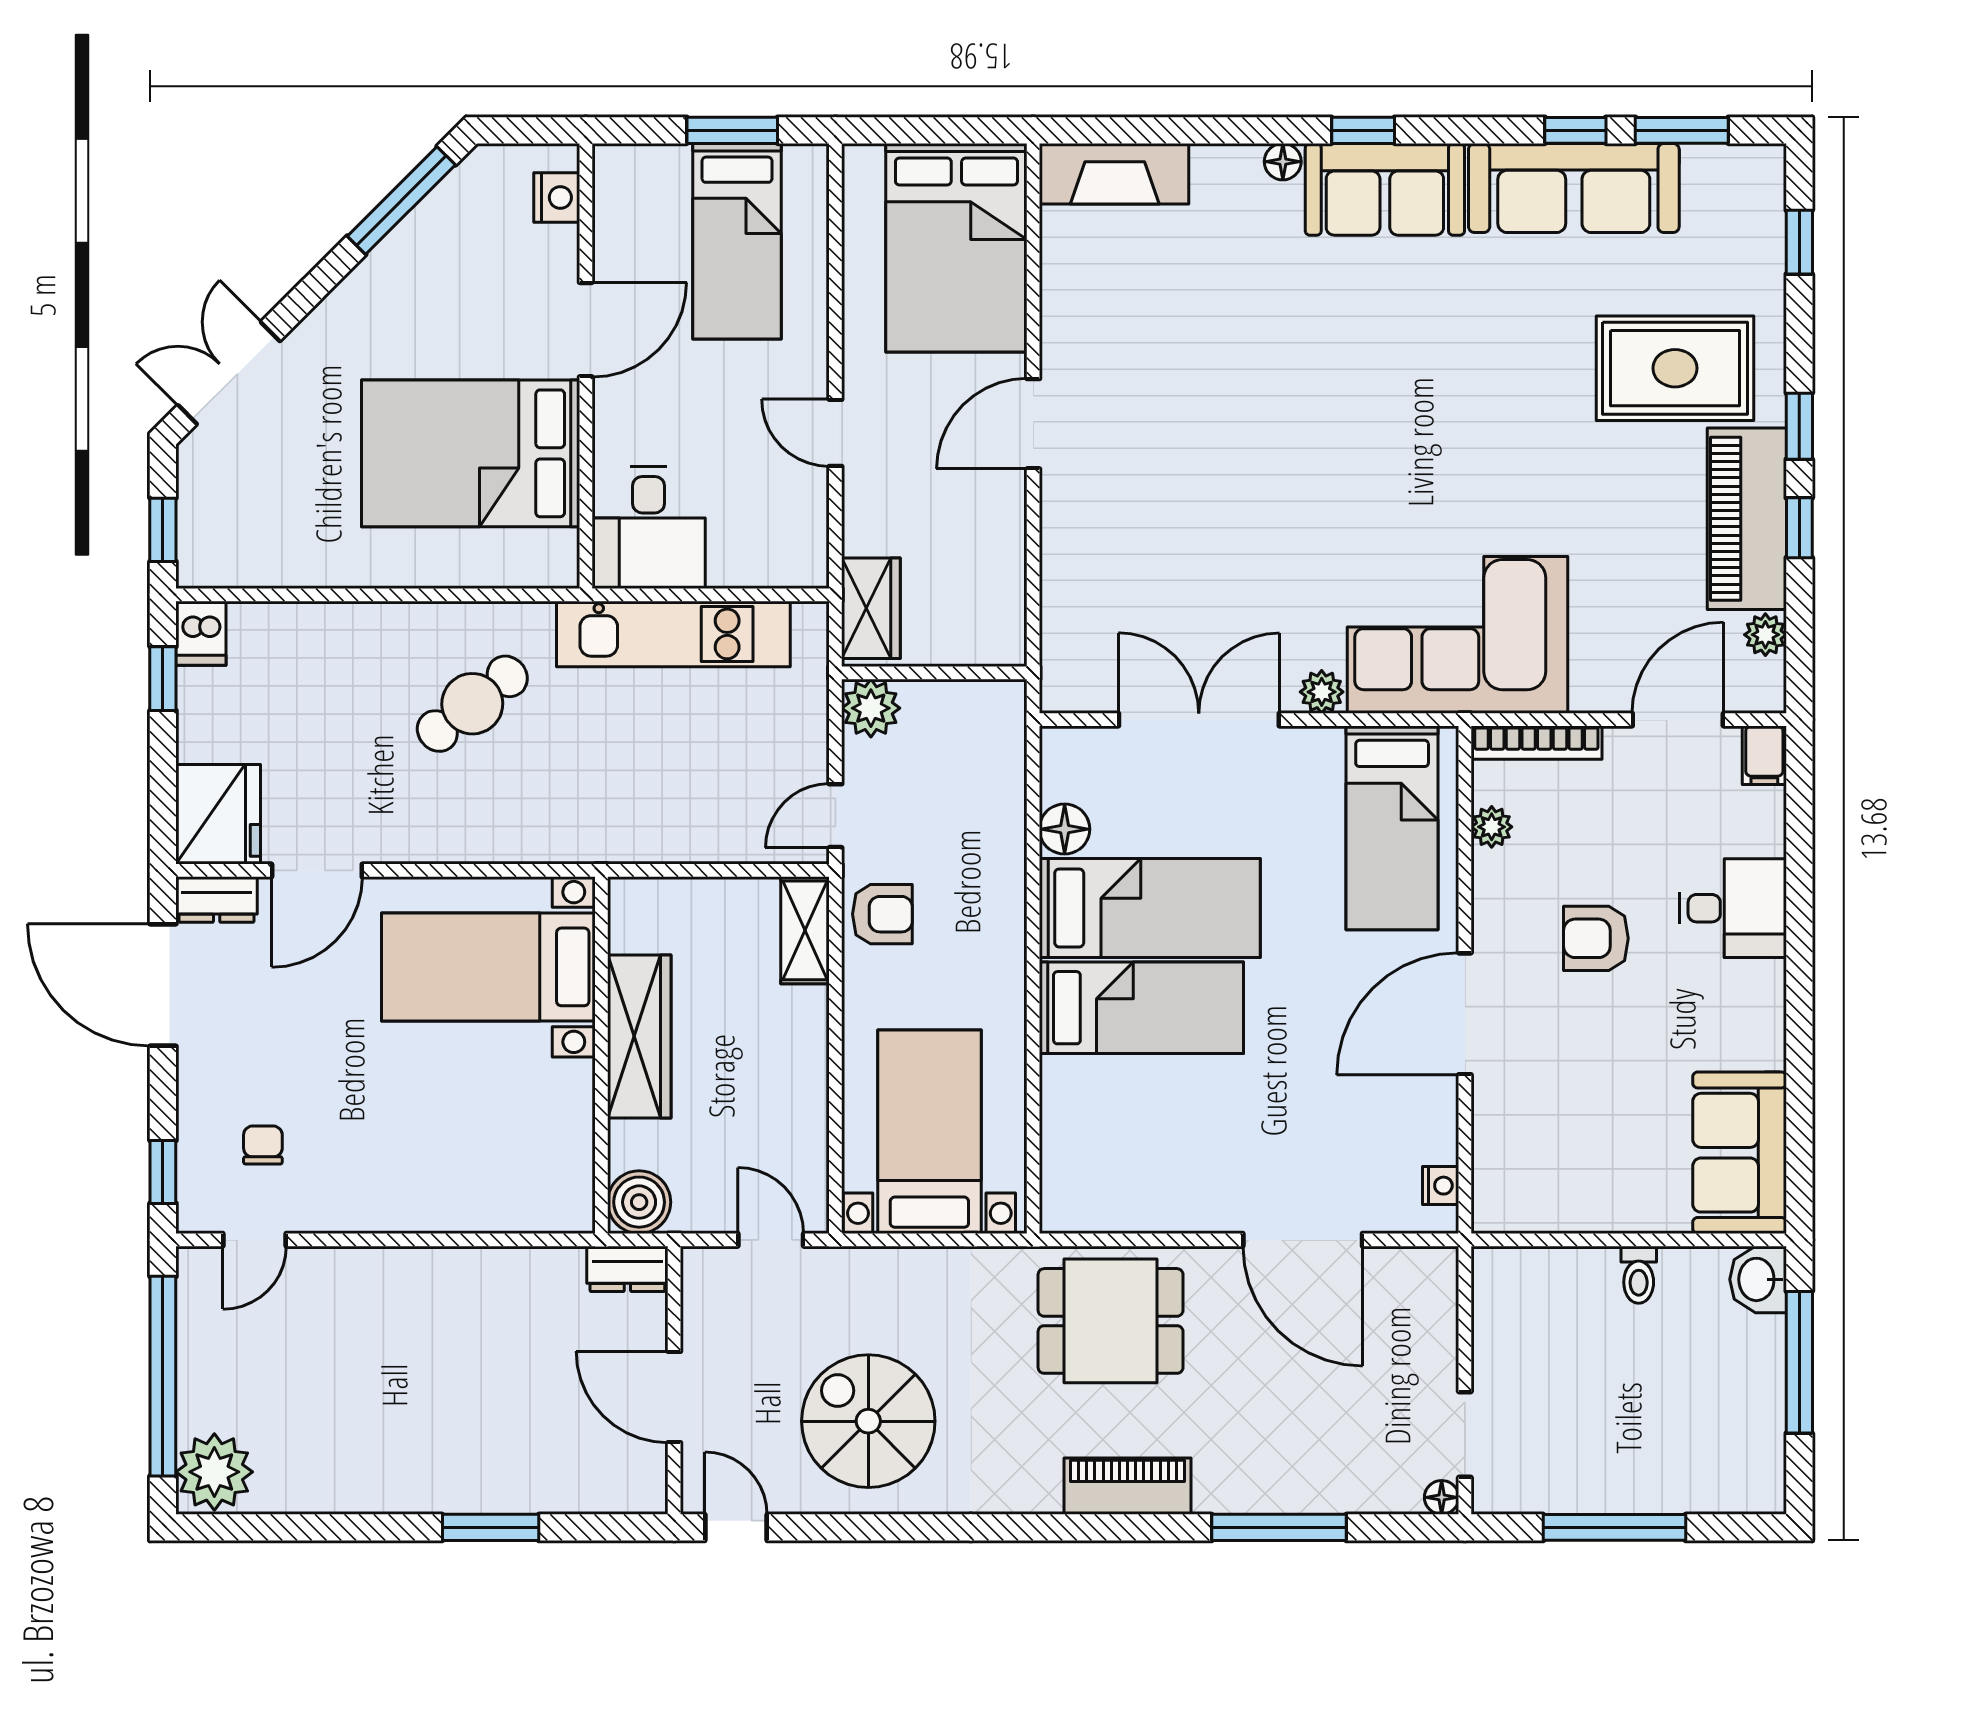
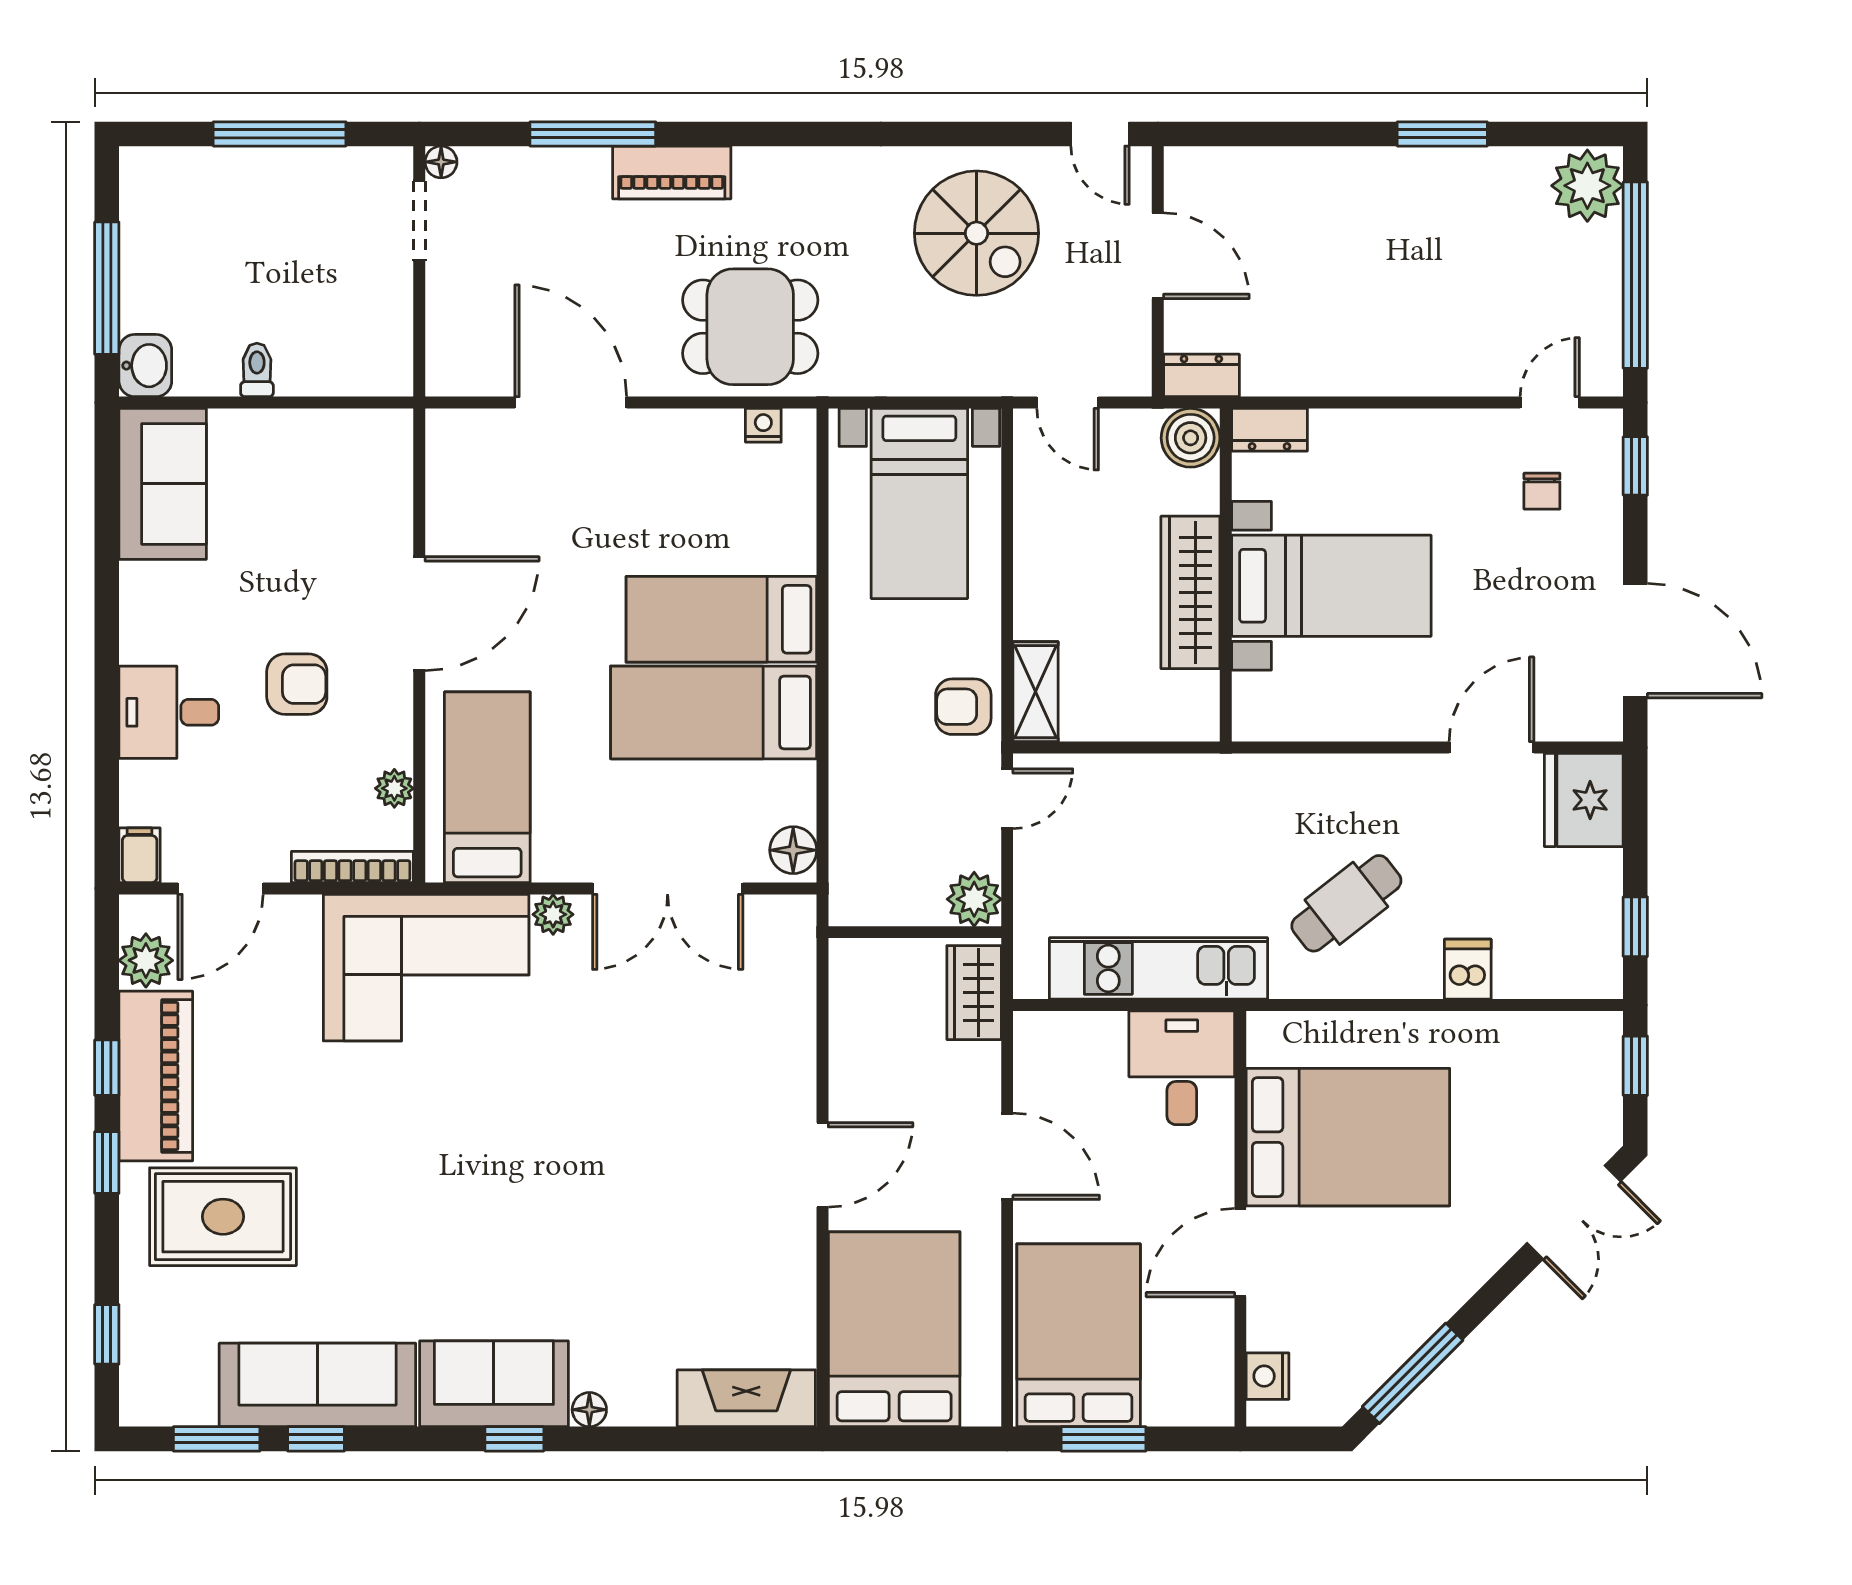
bed: (737, 241) -> (1079, 1335), width x1.50
door: (835, 433) -> (1007, 1156), width x1.38
dishwasher: (201, 633) -> (1468, 969), moved
plant: (1765, 635) -> (146, 960), width x1.38, depth x1.38
floor lamp: (1065, 829) -> (793, 850), moved
dresser: (217, 900) -> (1270, 430), moved, turned 180
bed with nightstands: (488, 967) -> (1331, 586), moved
nightstand: (1441, 1186) -> (763, 425), moved, turned 90
piano: (1127, 1486) -> (672, 172), moved
window: (491, 1527) -> (1442, 134), moved

